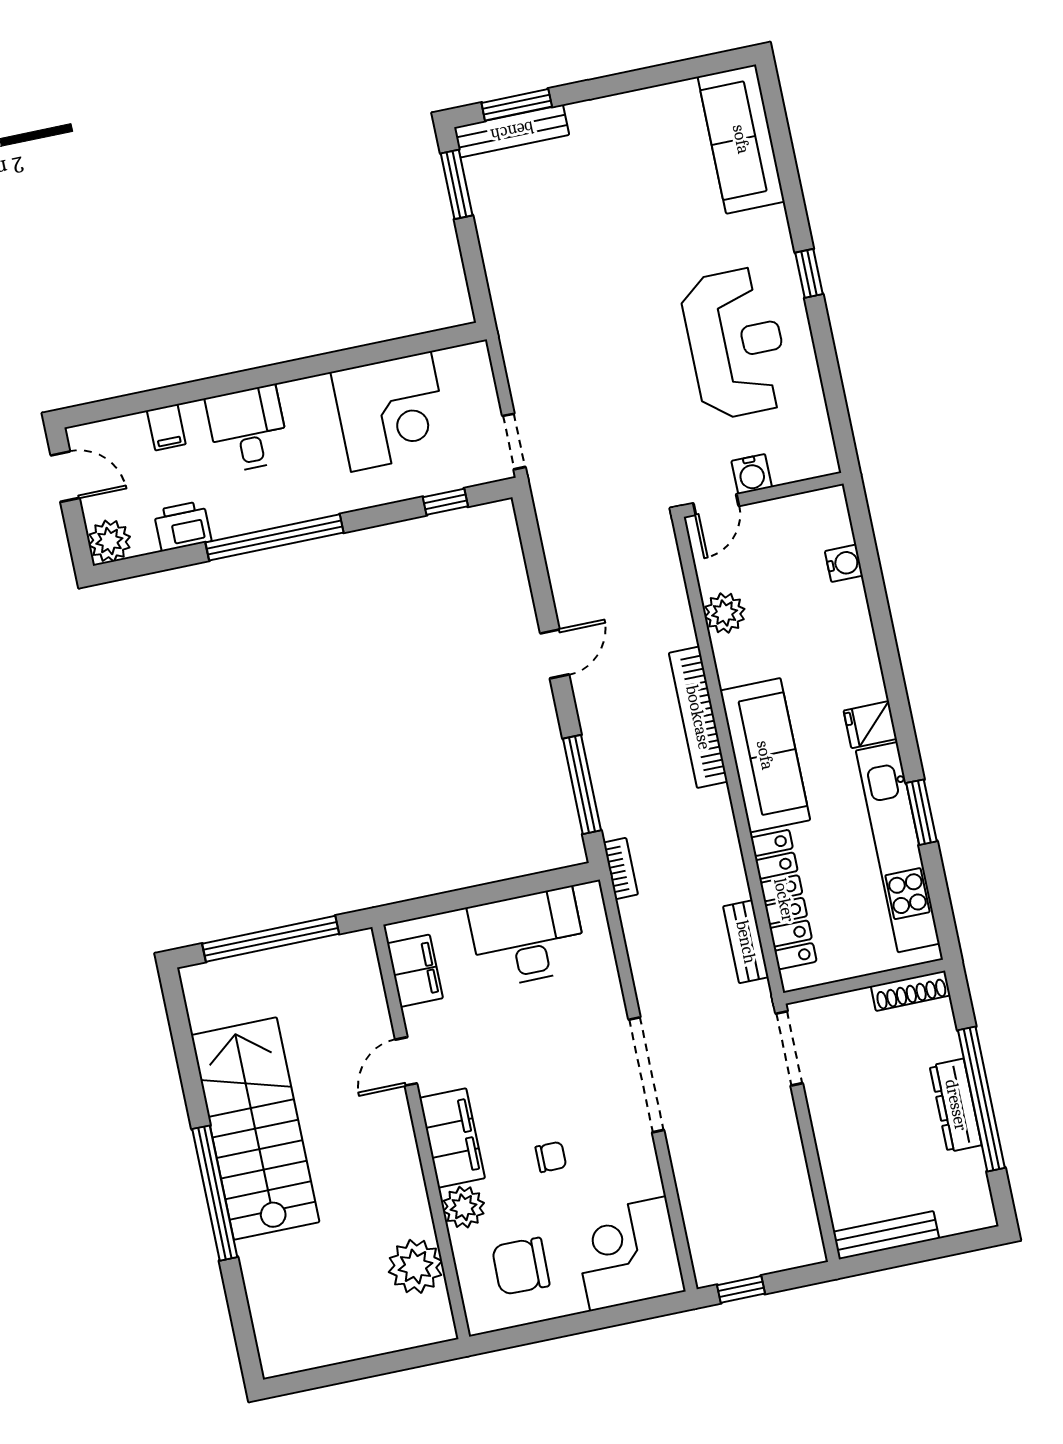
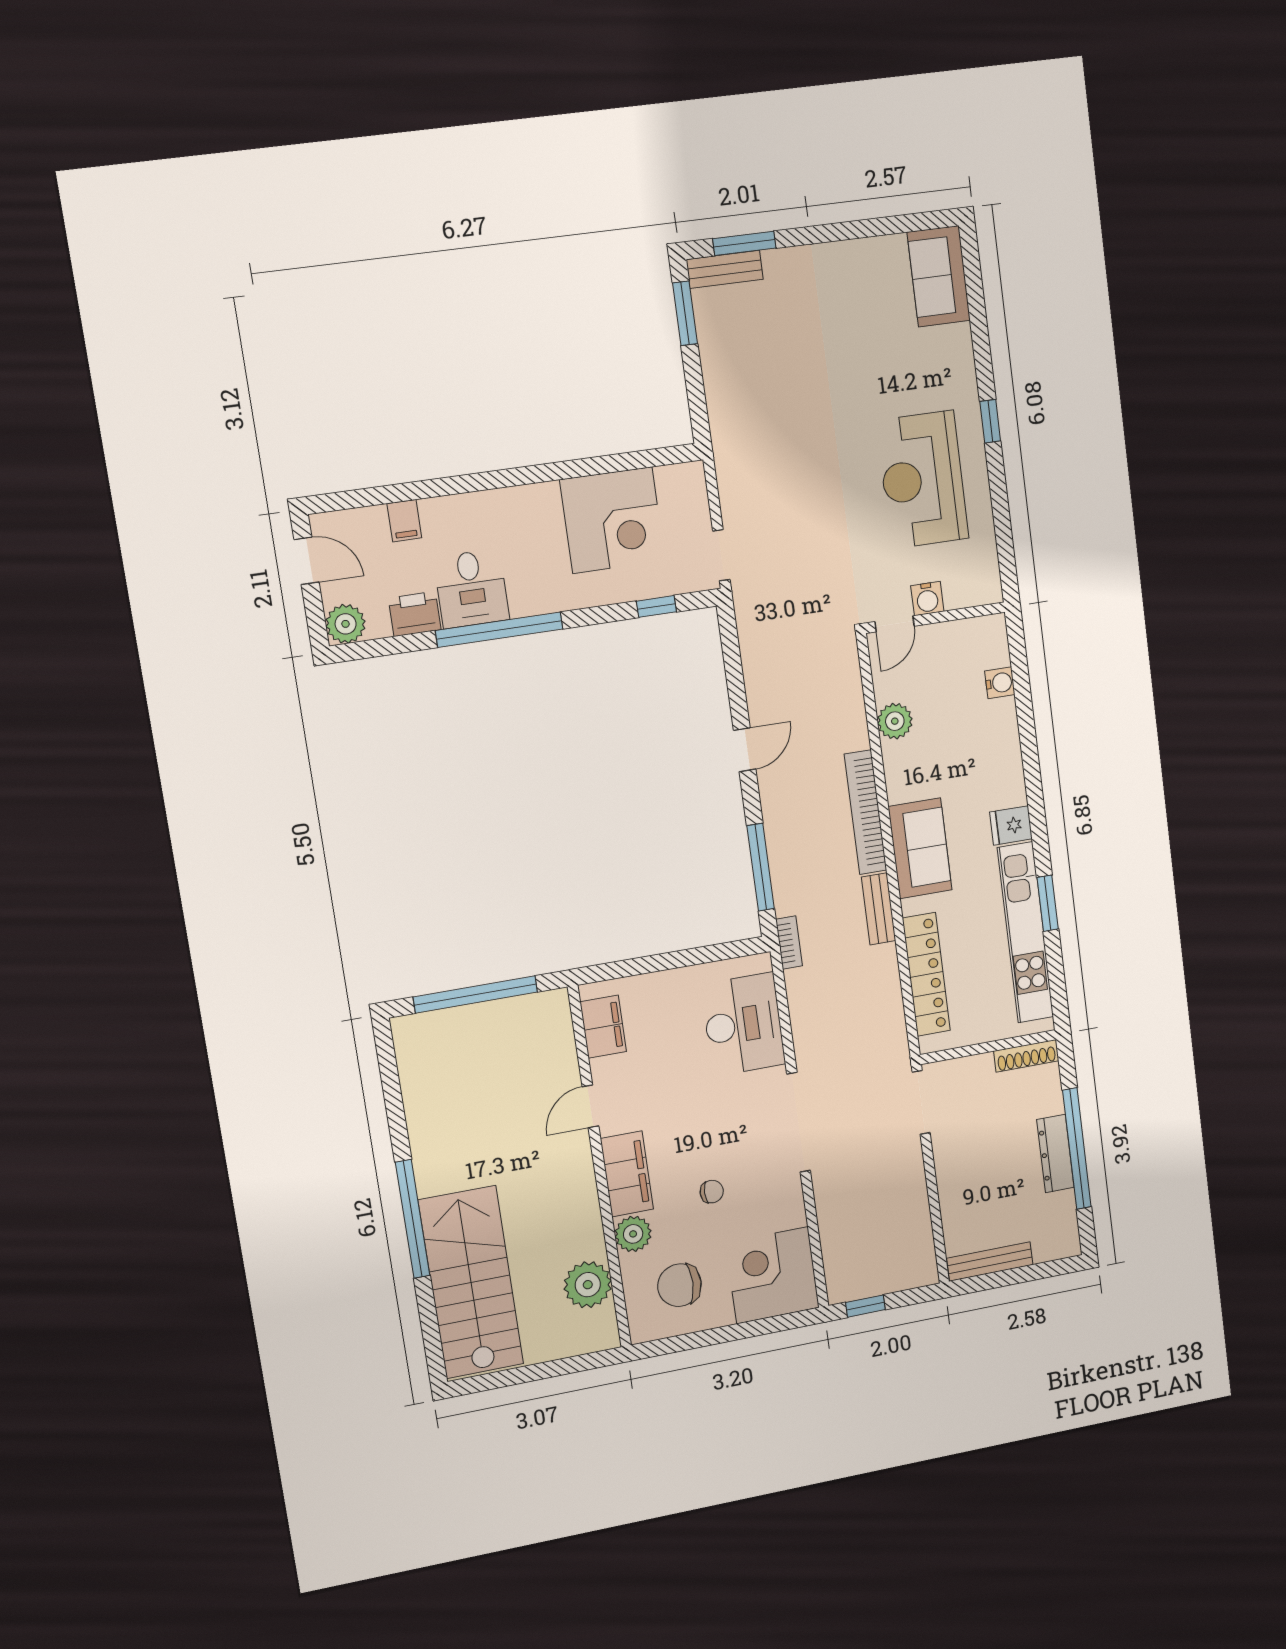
bench: (512, 131) -> (725, 269), width x0.73
sofa: (741, 139) -> (939, 276), width x0.73
reception desk: (736, 343) -> (922, 480), turned 180
desk: (248, 429) -> (471, 589), moved, turned 180
sofa: (765, 755) -> (920, 848), width x0.73
desk: (528, 938) -> (743, 1024), moved, turned 90
bench: (746, 942) -> (879, 909), moved
stairs: (255, 1129) -> (471, 1282), moved

